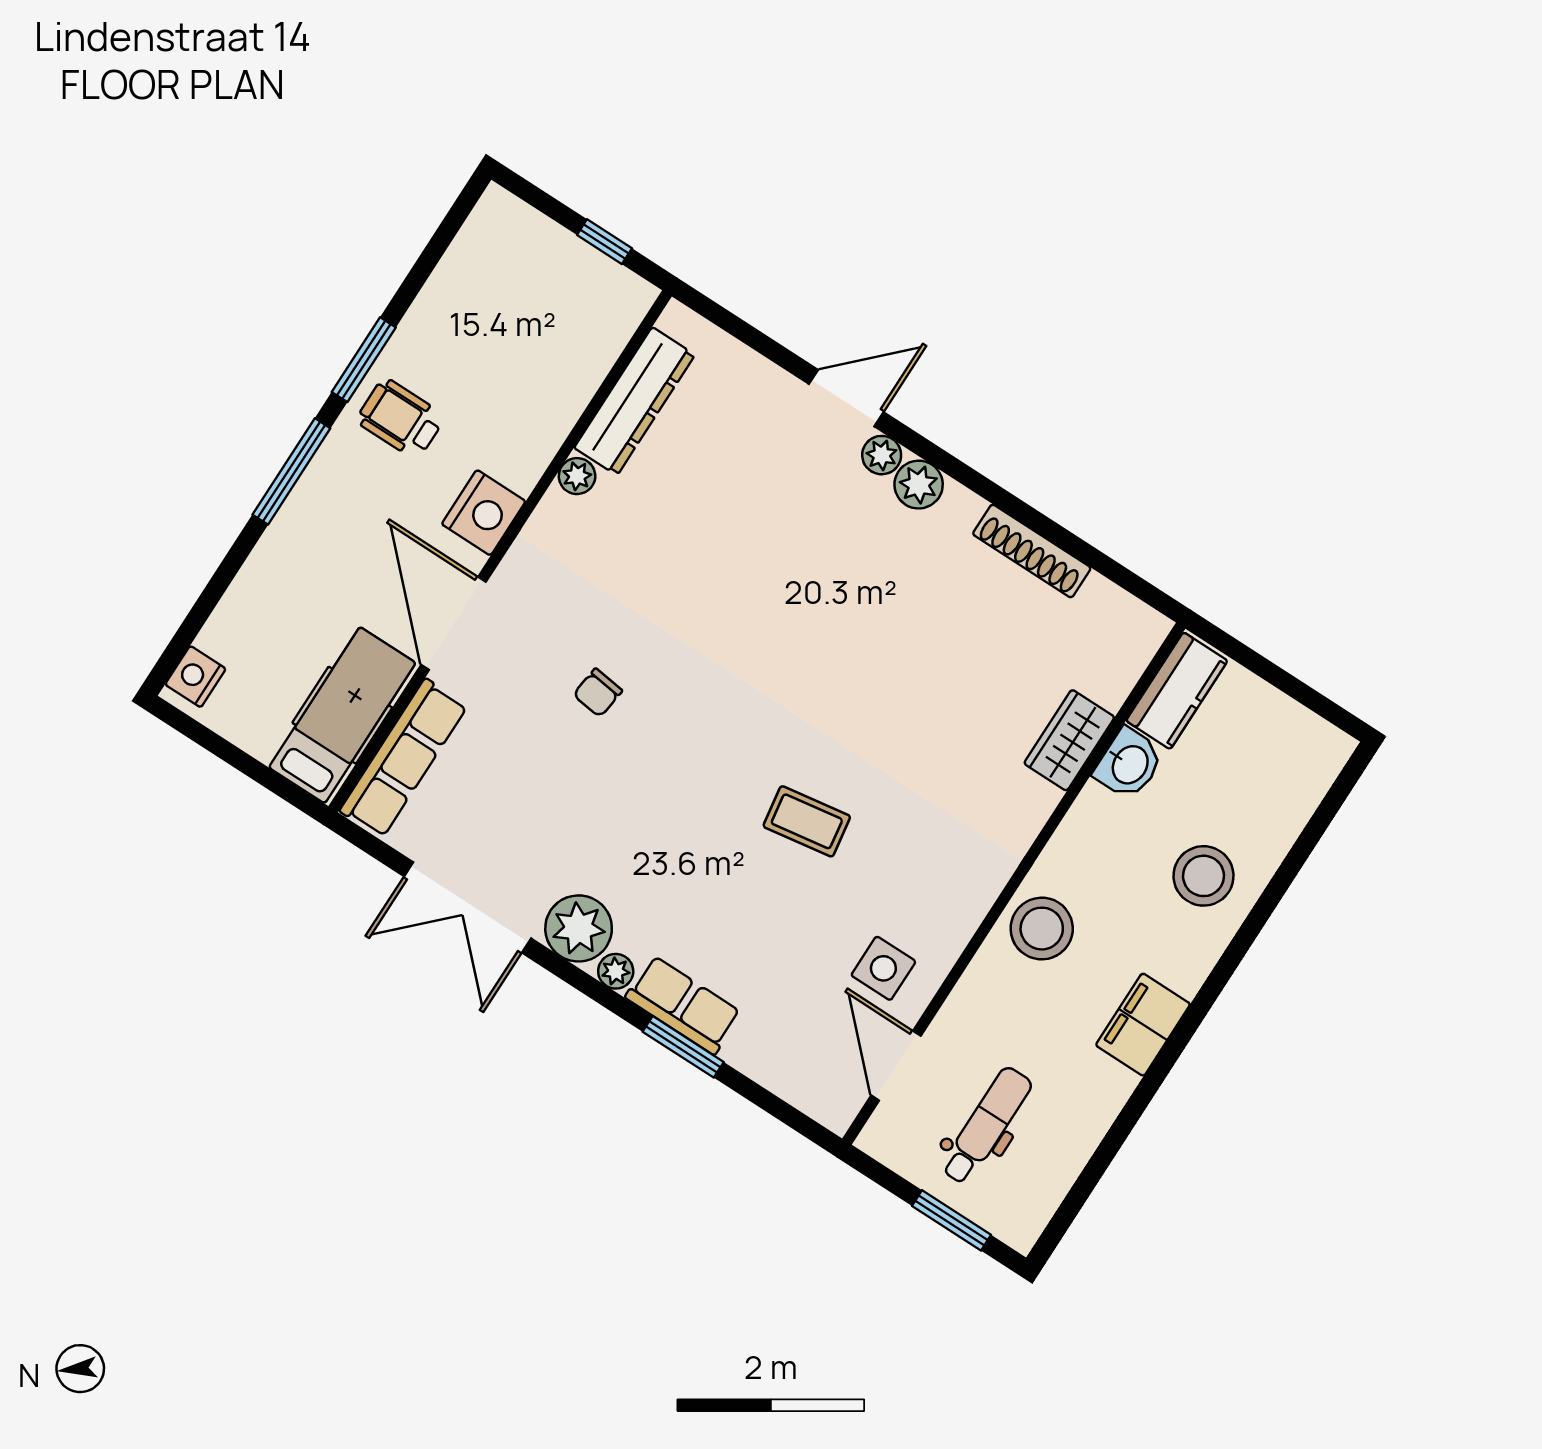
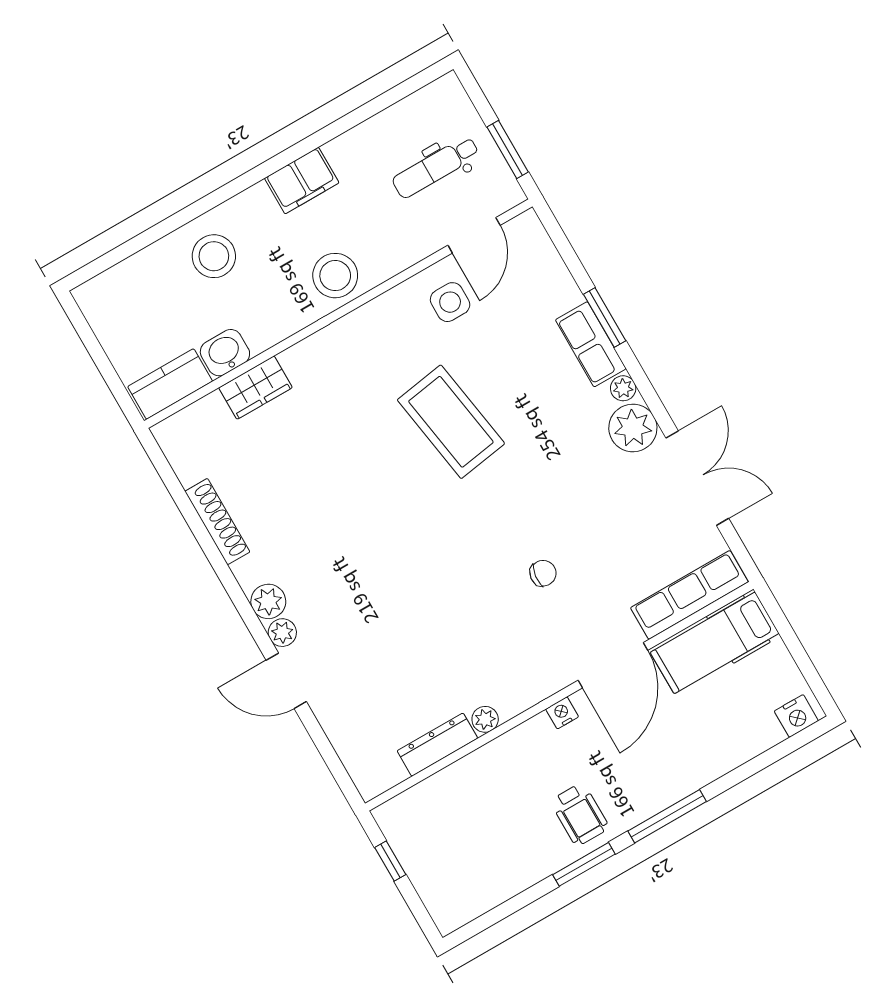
dresser: (635, 401) -> (437, 745), width x0.73, depth x0.80
nightstand: (484, 513) -> (562, 713), width x0.53, depth x0.56
coffee table: (807, 821) -> (451, 422), width x1.86, depth x1.72
window: (952, 1220) -> (508, 149), moved

